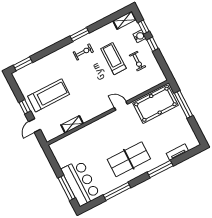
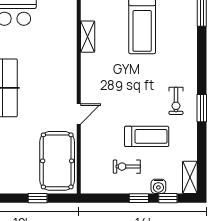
window: (184, 104) -> (38, 198), width x0.46

